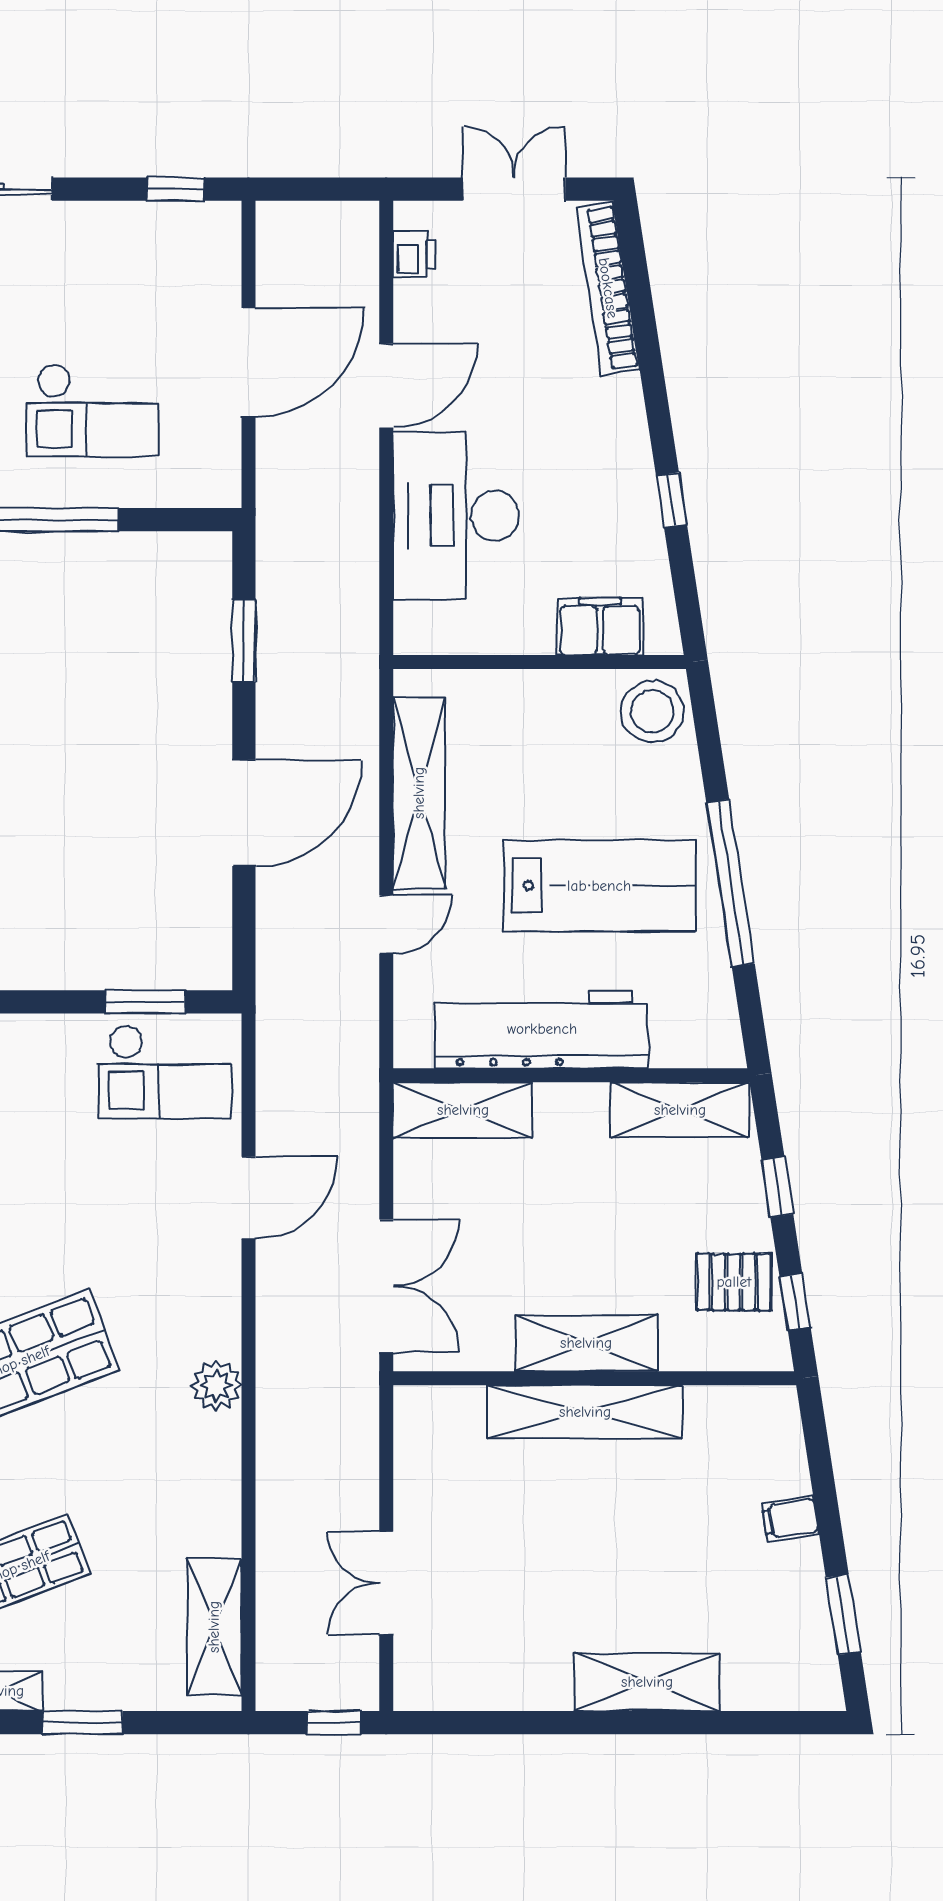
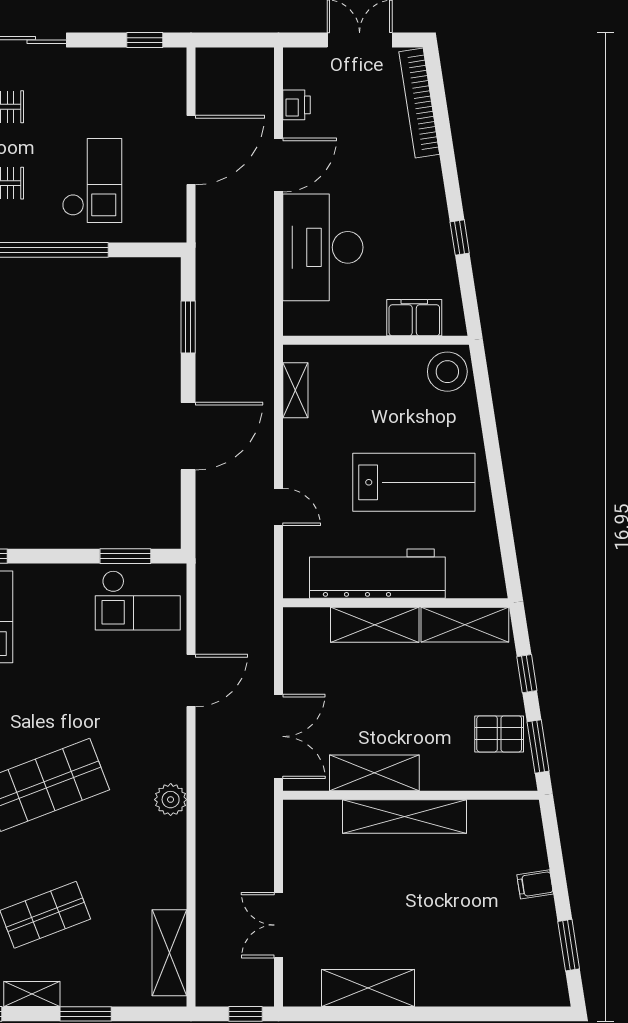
printer: (414, 254) -> (296, 105), moved
checkout: (92, 410) -> (92, 180), turned -90
shelving: (419, 793) -> (295, 390), width x0.45, depth x0.75
window: (731, 883) -> (497, 481), removed
door: (386, 924) -> (278, 507), hinge flipped
shelving: (463, 1110) -> (375, 625), moved
window: (795, 1302) -> (538, 746), width x1.50
shelving: (586, 1343) -> (374, 773), moved
shelving: (647, 1682) -> (368, 988), moved

